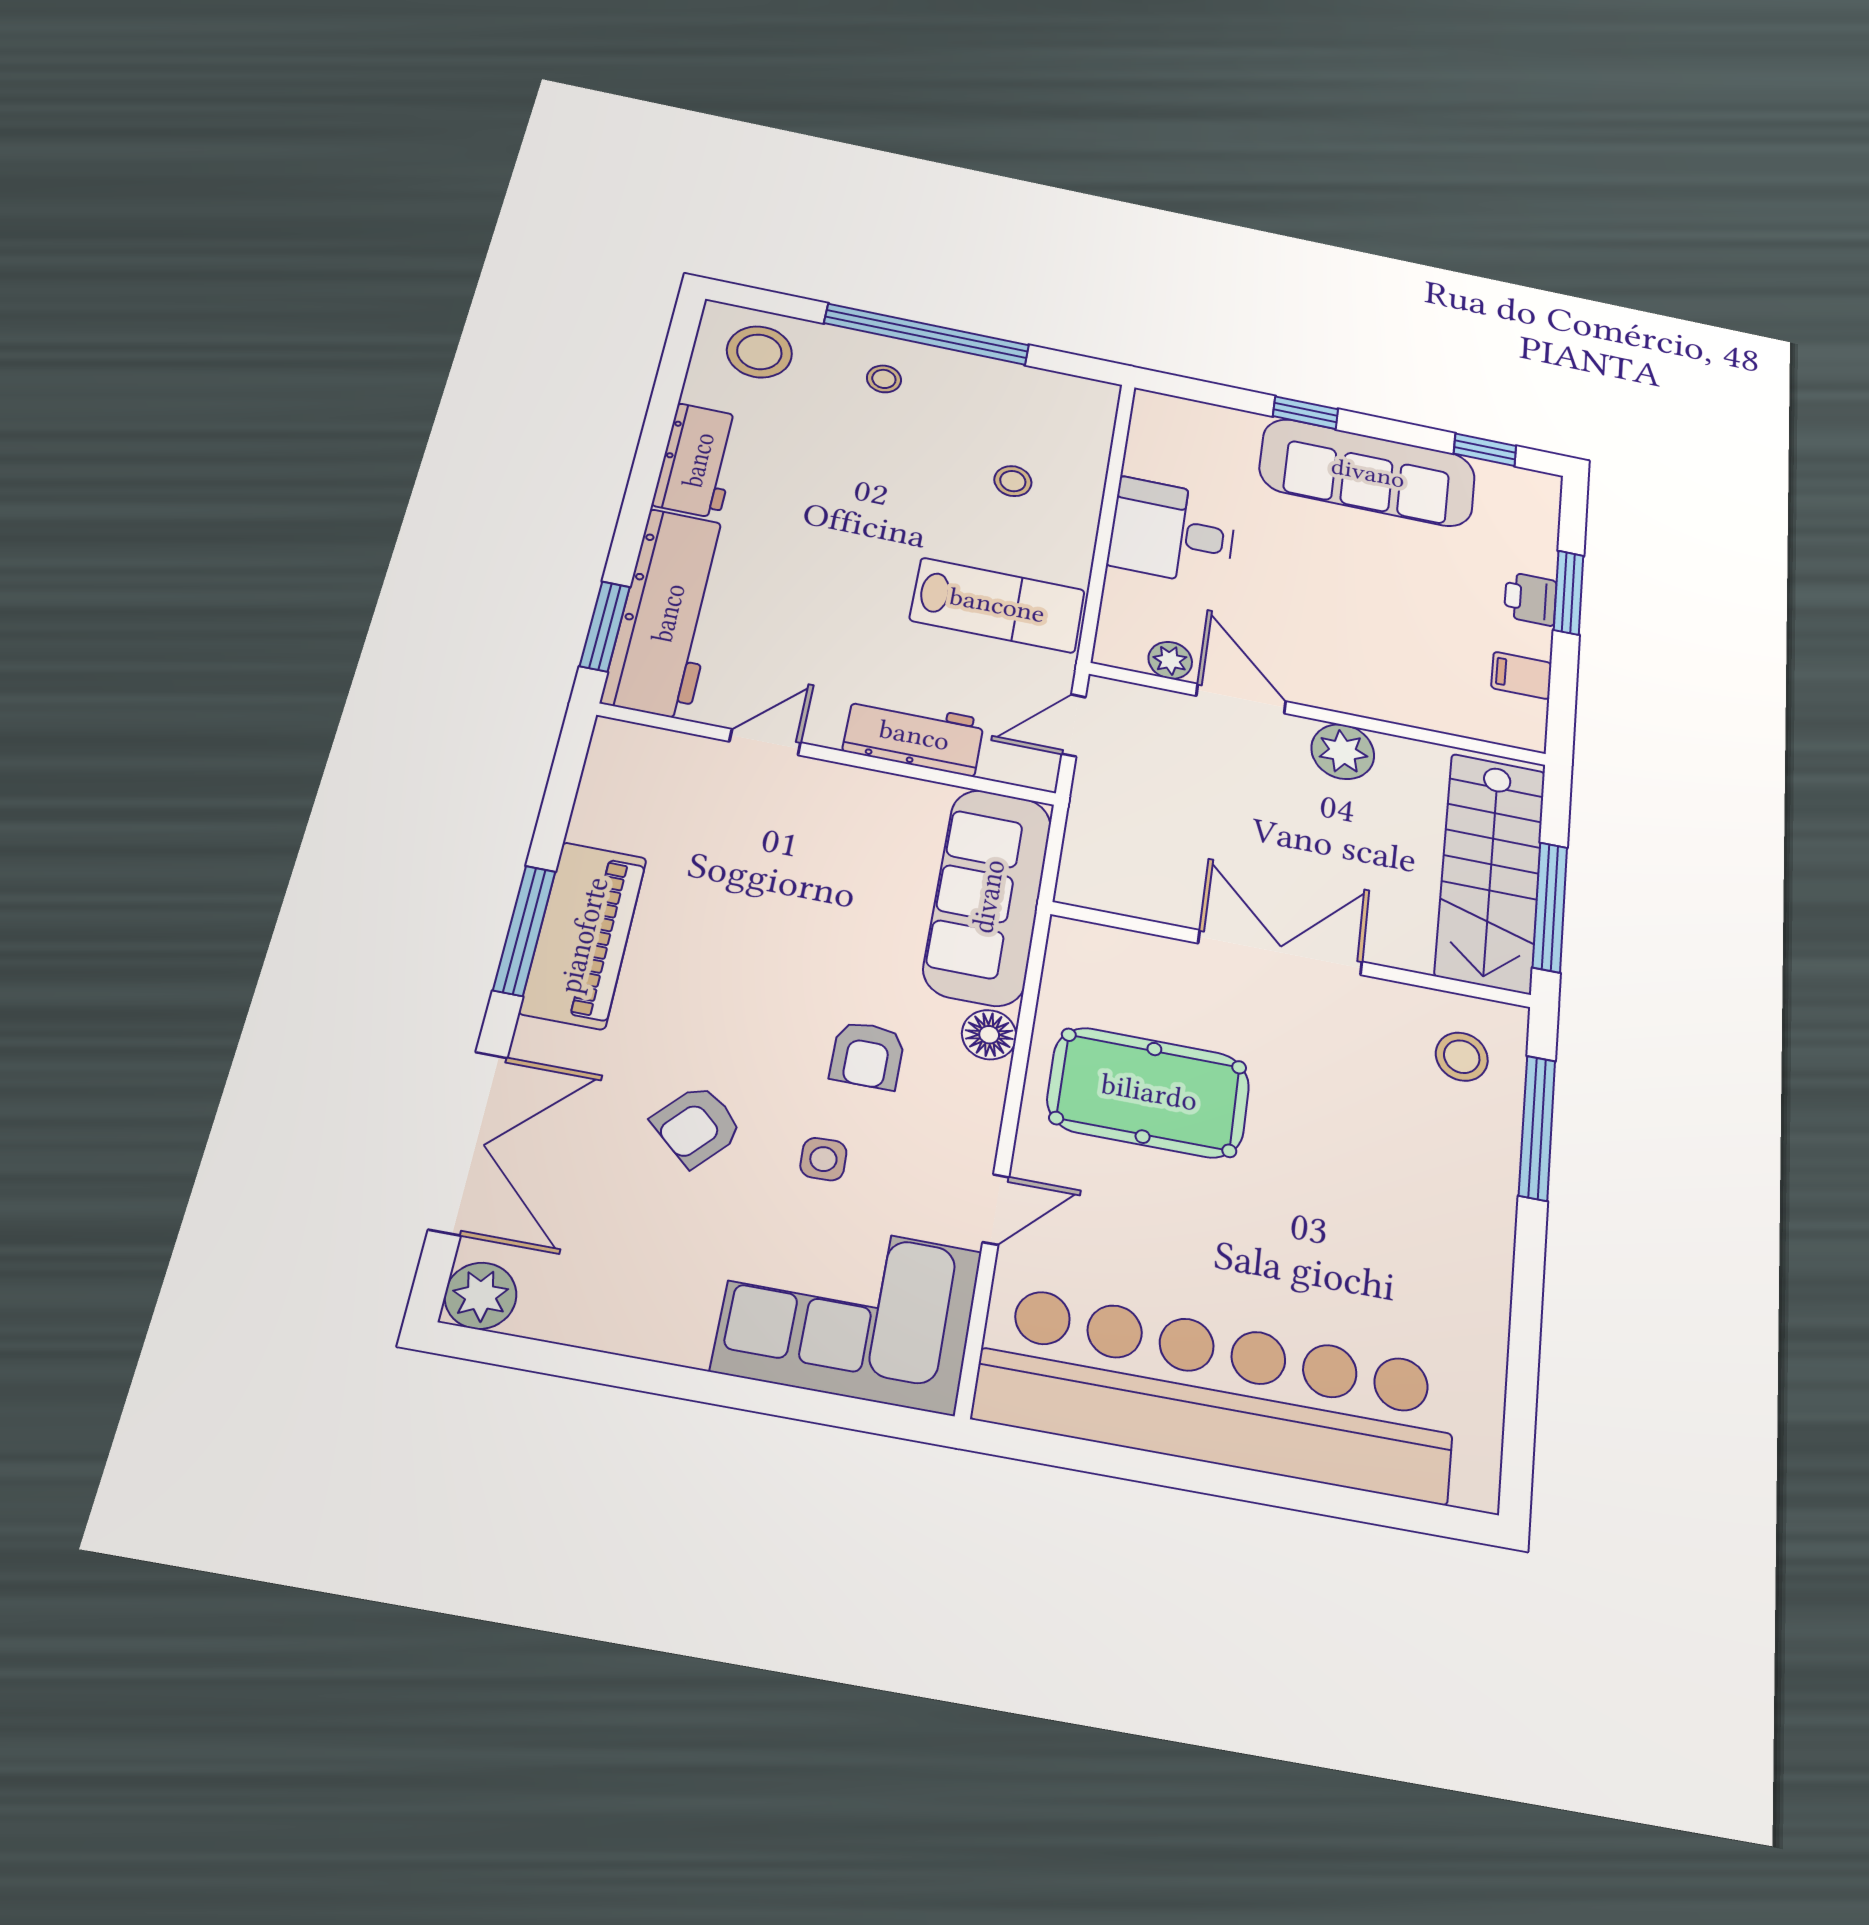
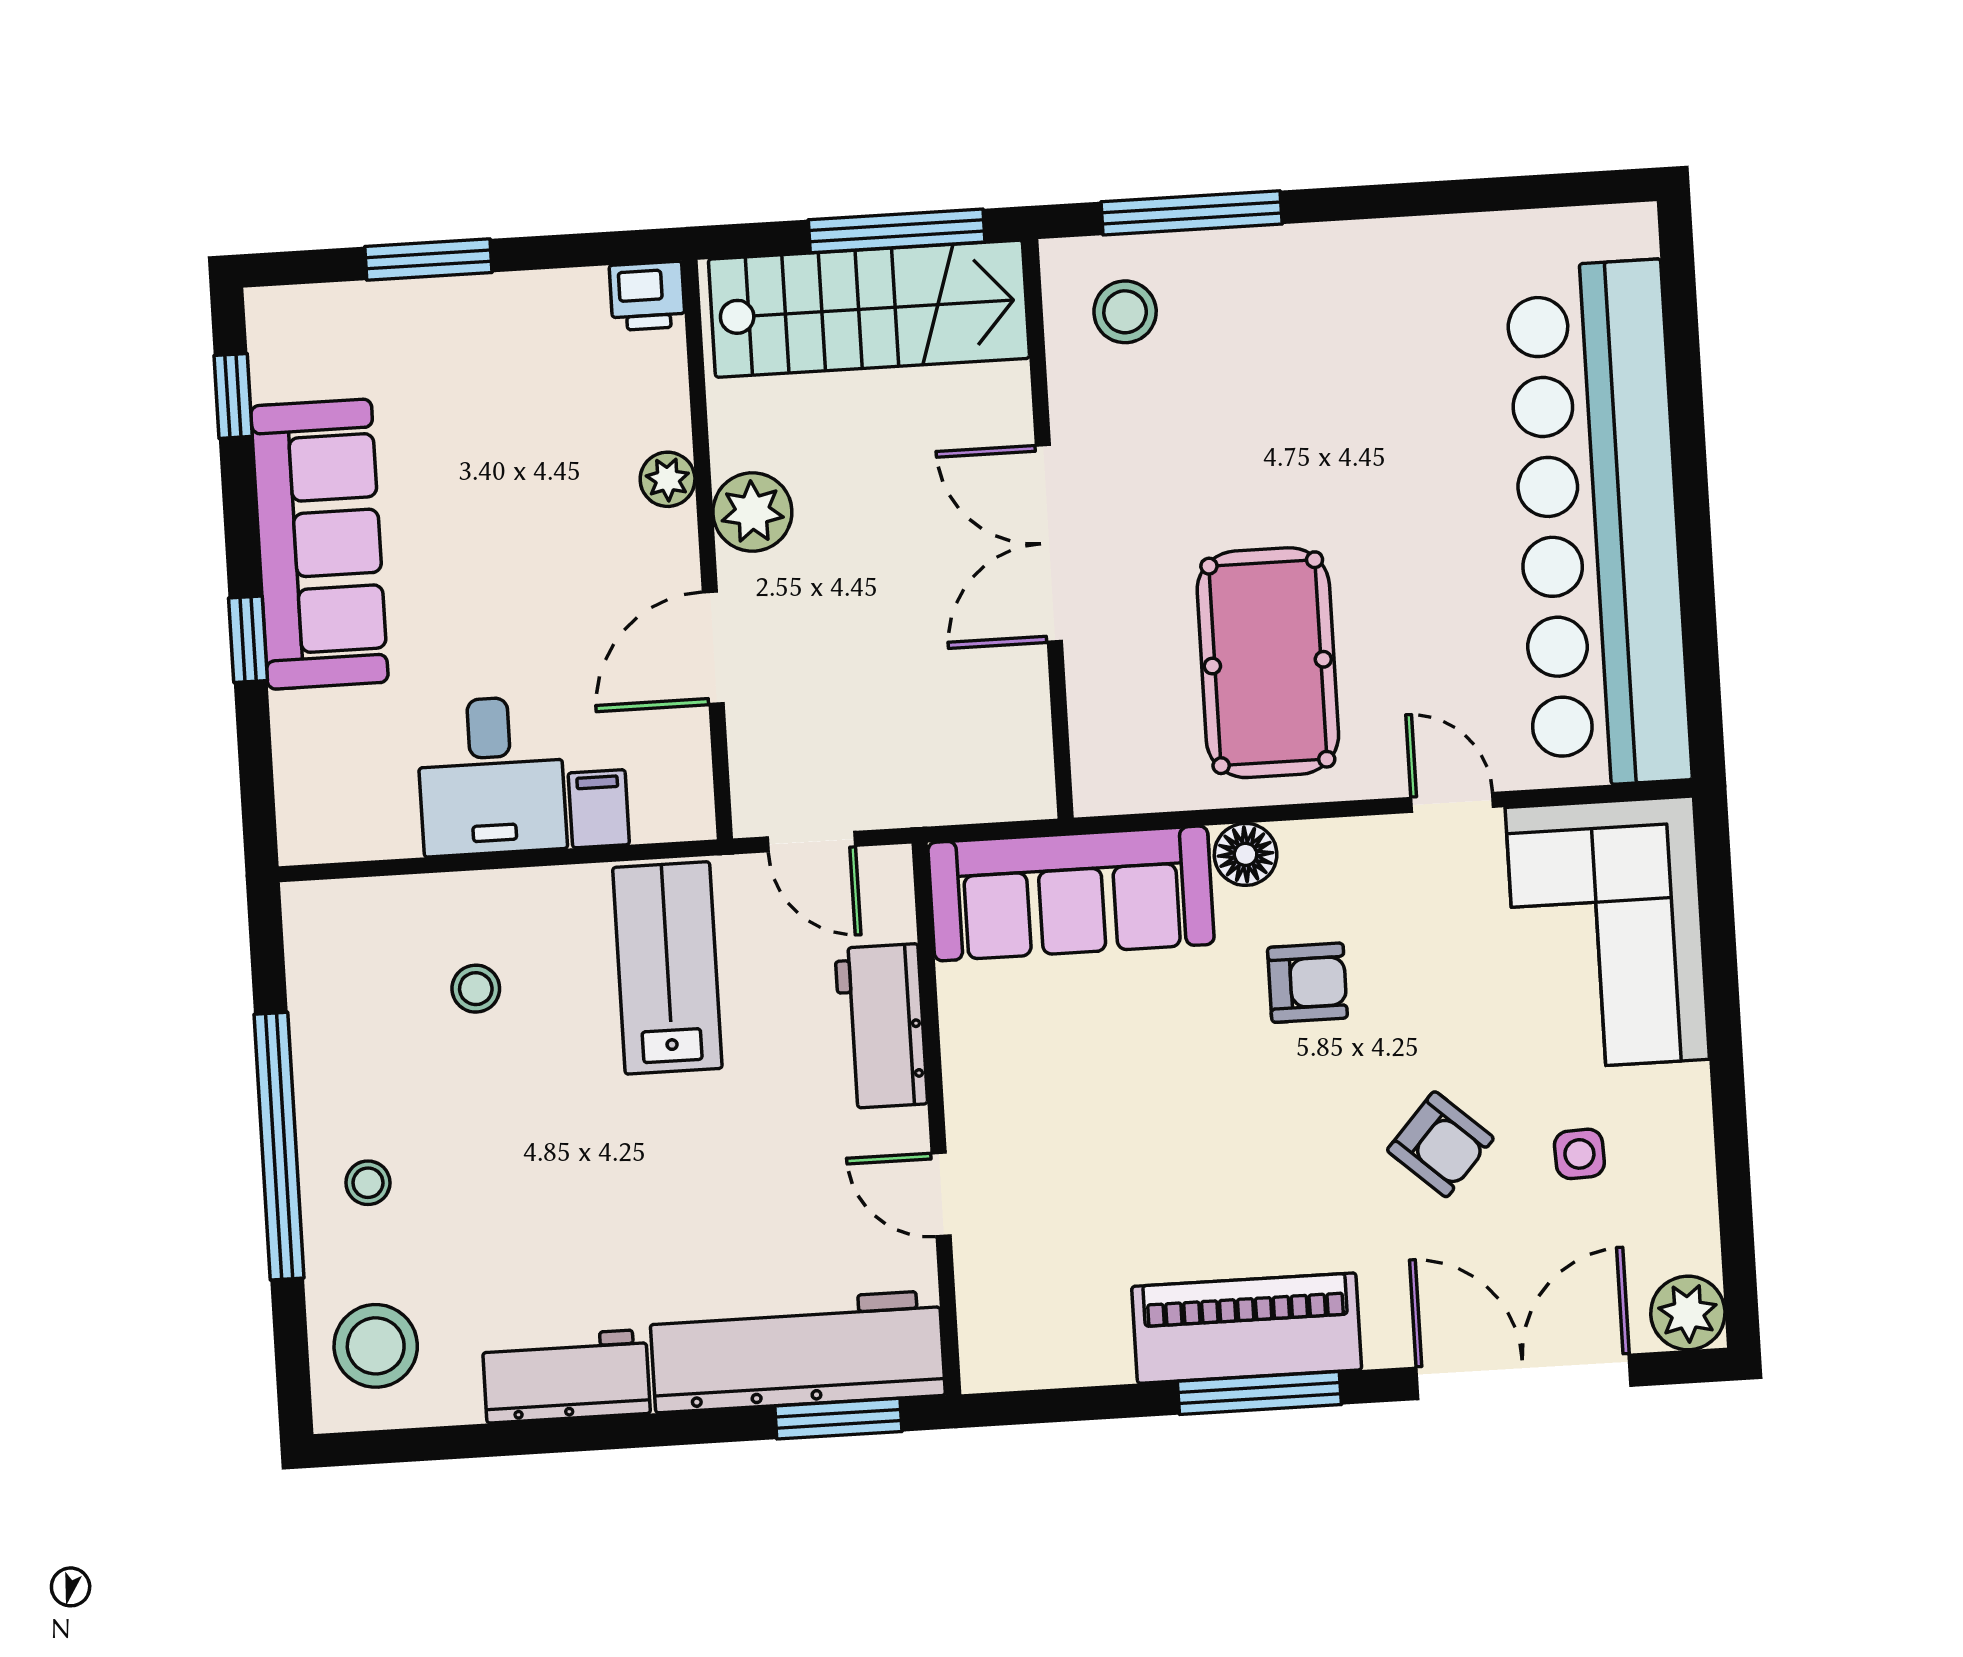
printer: (1530, 599) -> (647, 296), moved
plant: (1170, 660) -> (668, 479), moved
filing cabinet: (1521, 675) -> (599, 809), moved, turned 180
side table: (823, 1159) -> (1579, 1154), moved

